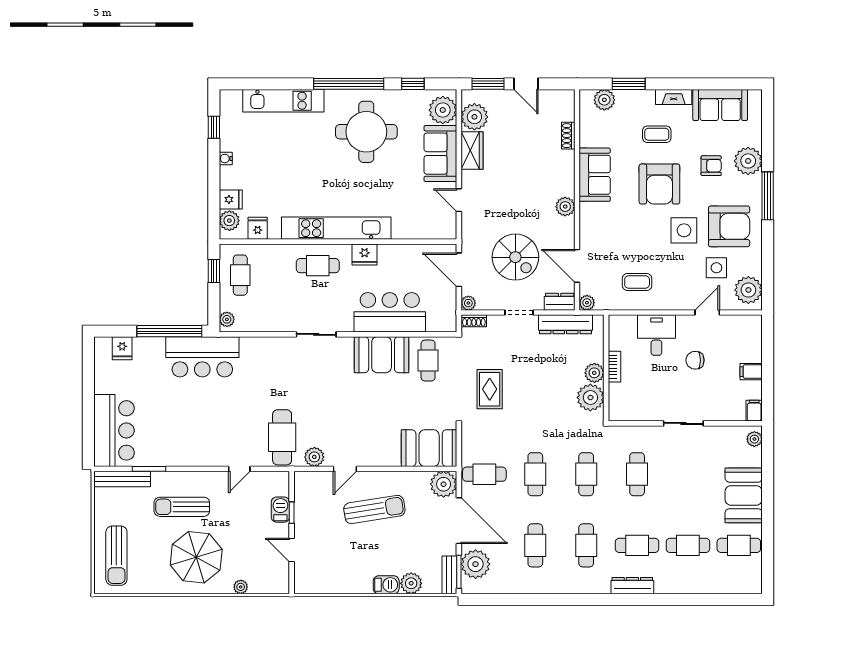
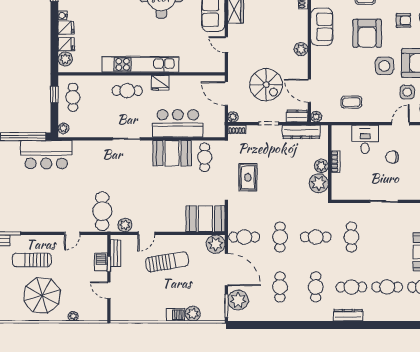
fridge: (258, 228) -> (66, 28), moved, turned 90
cafe table: (586, 474) -> (316, 237), turned 90
bench: (449, 575) -> (116, 253), moved

